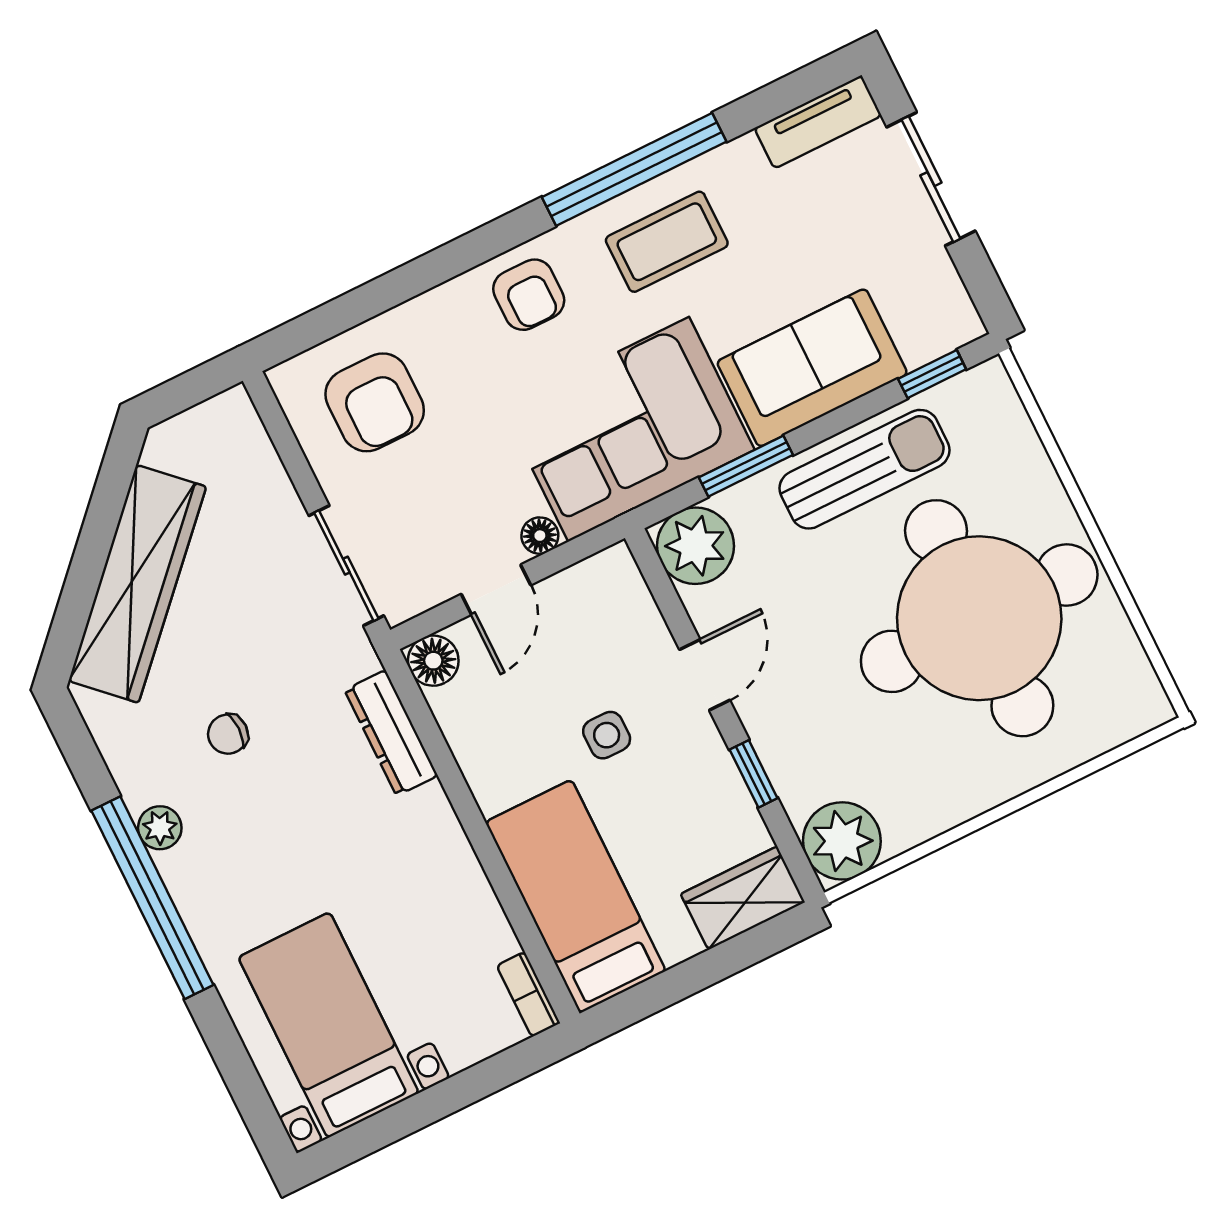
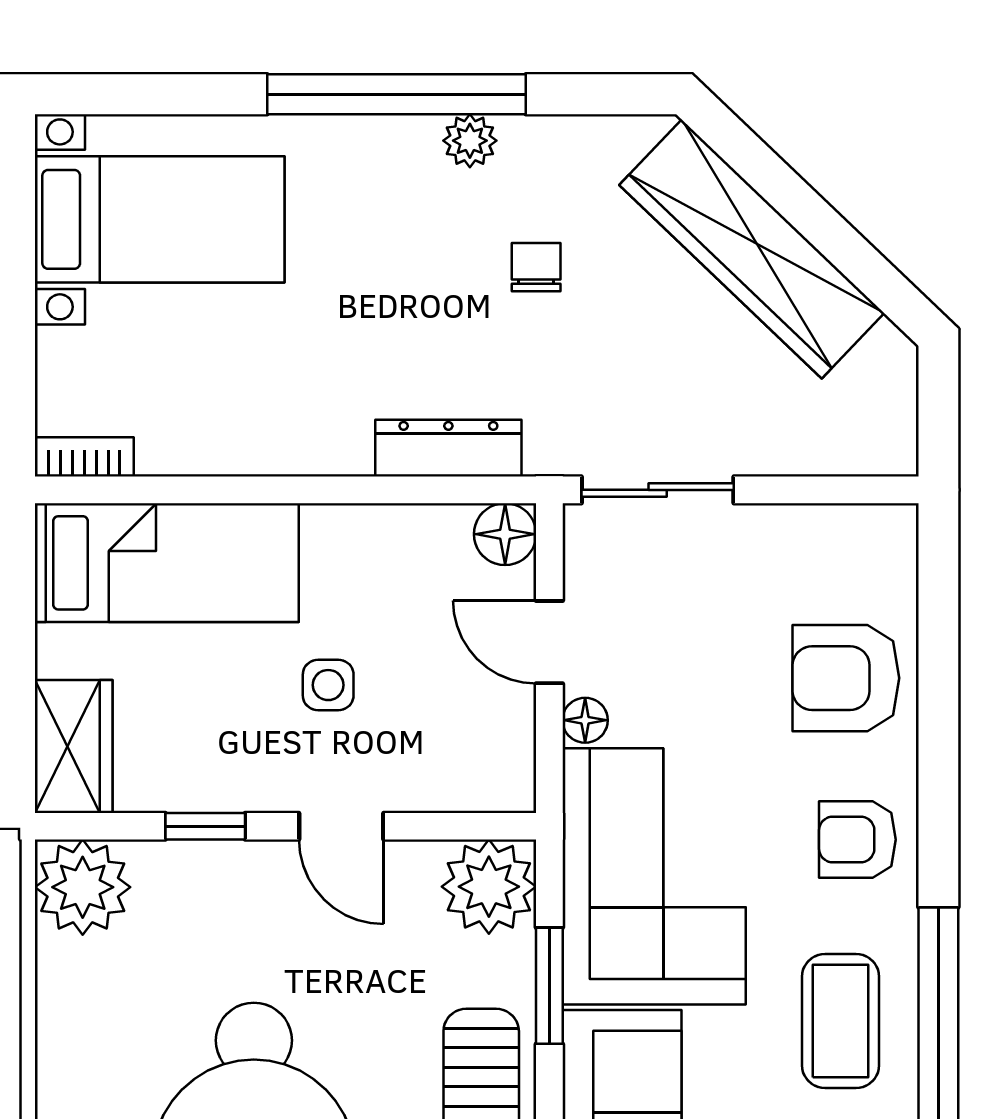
armchair: (375, 402) -> (846, 678), moved

